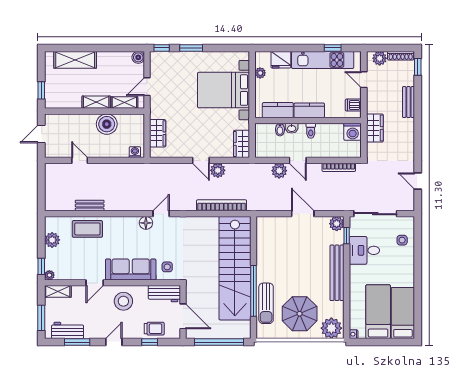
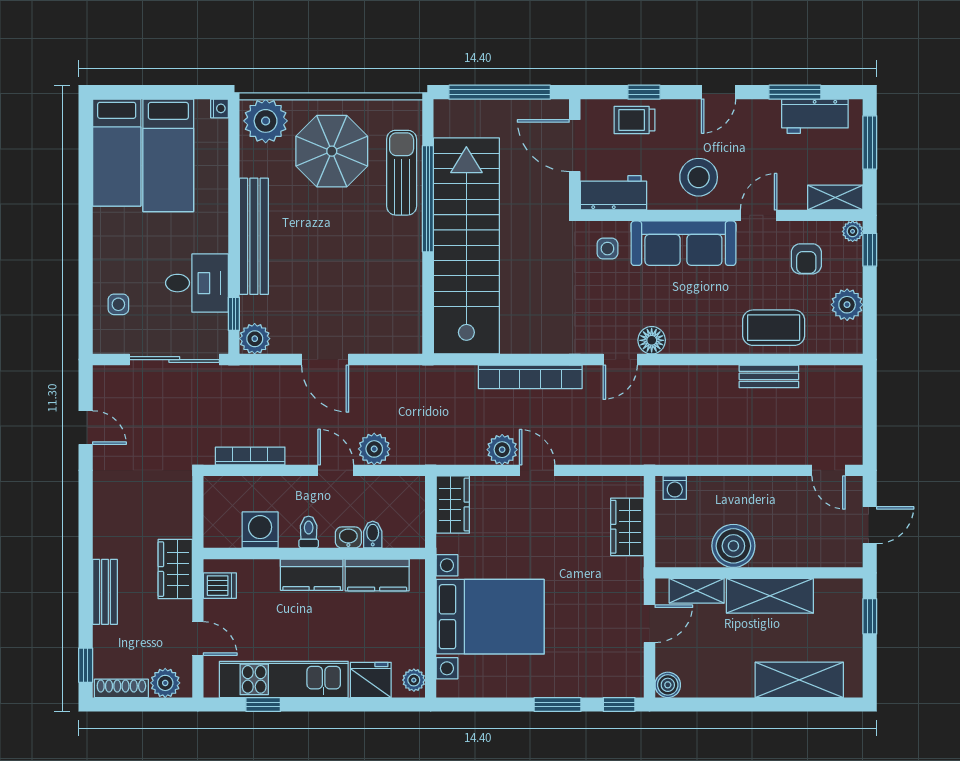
plant: (260, 73) -> (414, 680), moved
shelving: (96, 102) -> (770, 596), width x1.50, depth x1.33
wardrobe: (375, 128) -> (175, 569), moved
washing machine: (353, 132) -> (260, 530), moved
door: (80, 160) -> (829, 470), moved
bookcase: (222, 205) -> (530, 377), moved
armchair: (72, 262) -> (806, 259), added

